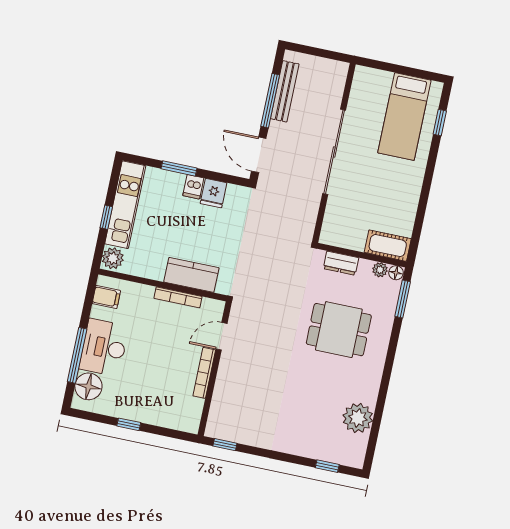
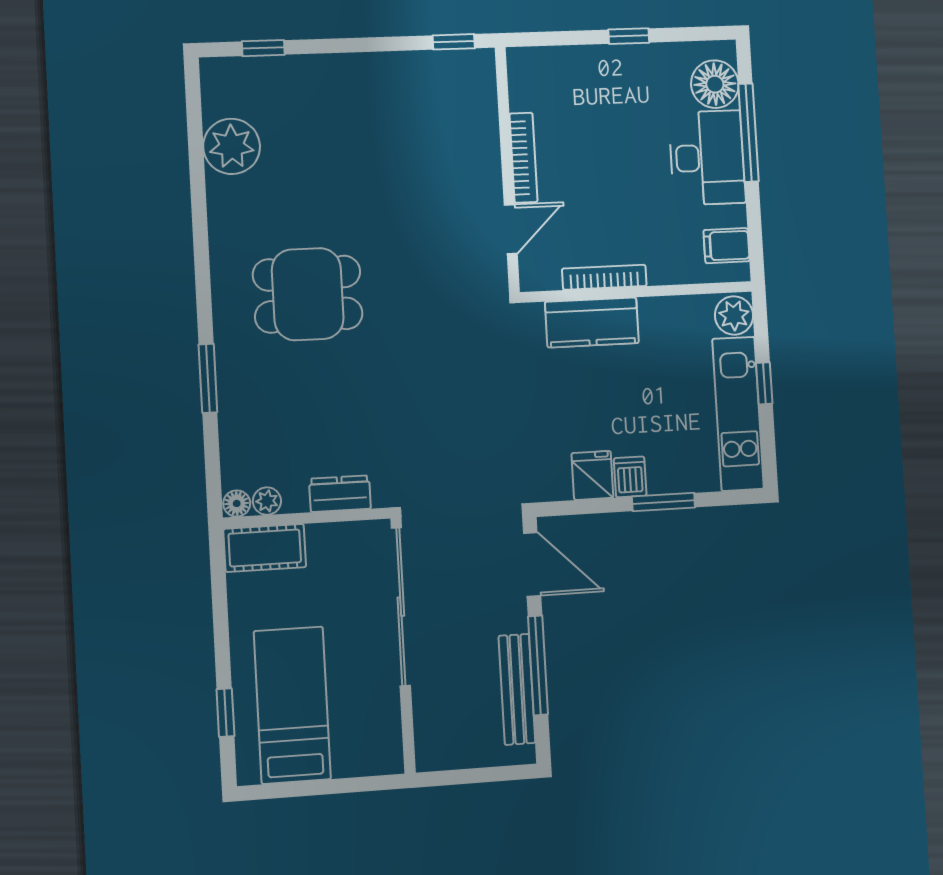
cot: (388, 246) -> (265, 548), moved
wall: (362, 255) -> (307, 518), moved
dresser: (341, 263) -> (340, 494), moved
plant: (380, 270) -> (267, 501), moved
floor lamp: (396, 273) -> (237, 503), moved

